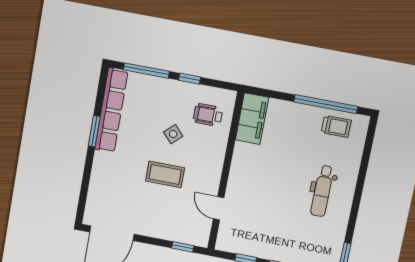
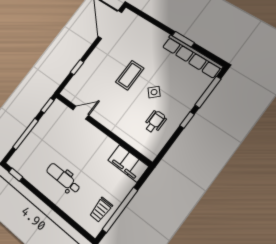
filing cabinet: (252, 119) -> (128, 163), moved
wall: (226, 171) -> (102, 128), moved
door: (219, 208) -> (81, 113), moved

